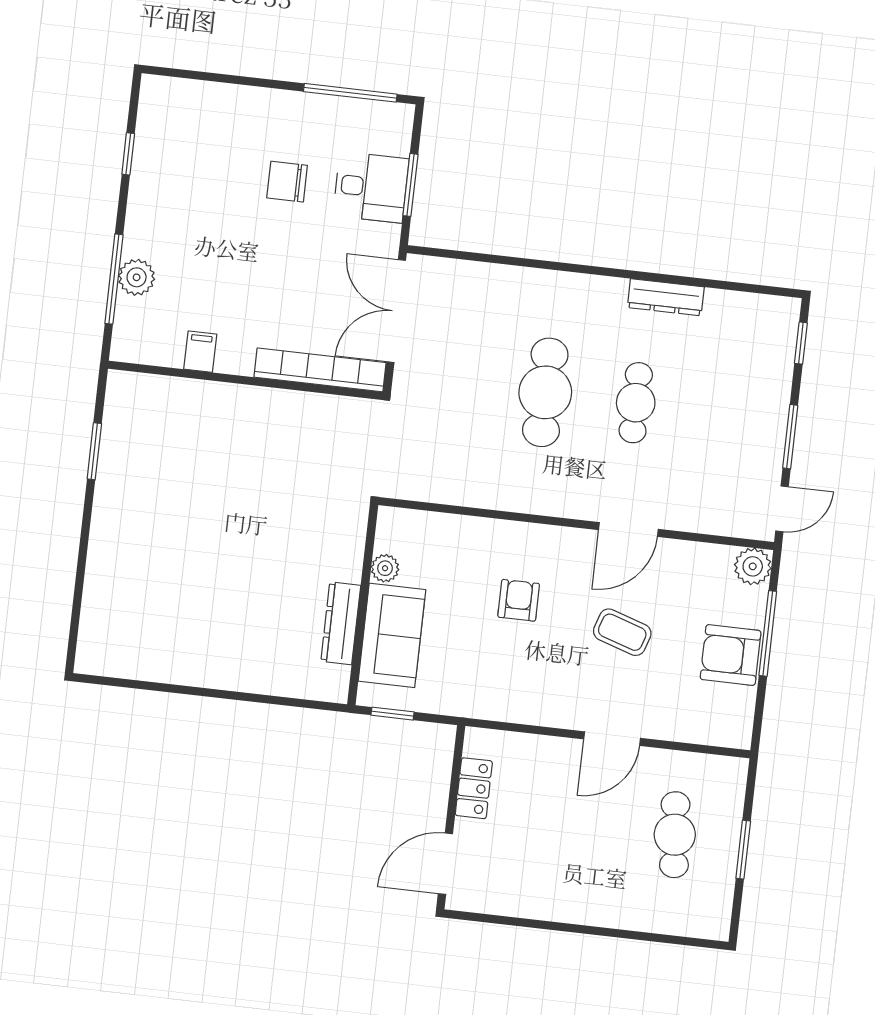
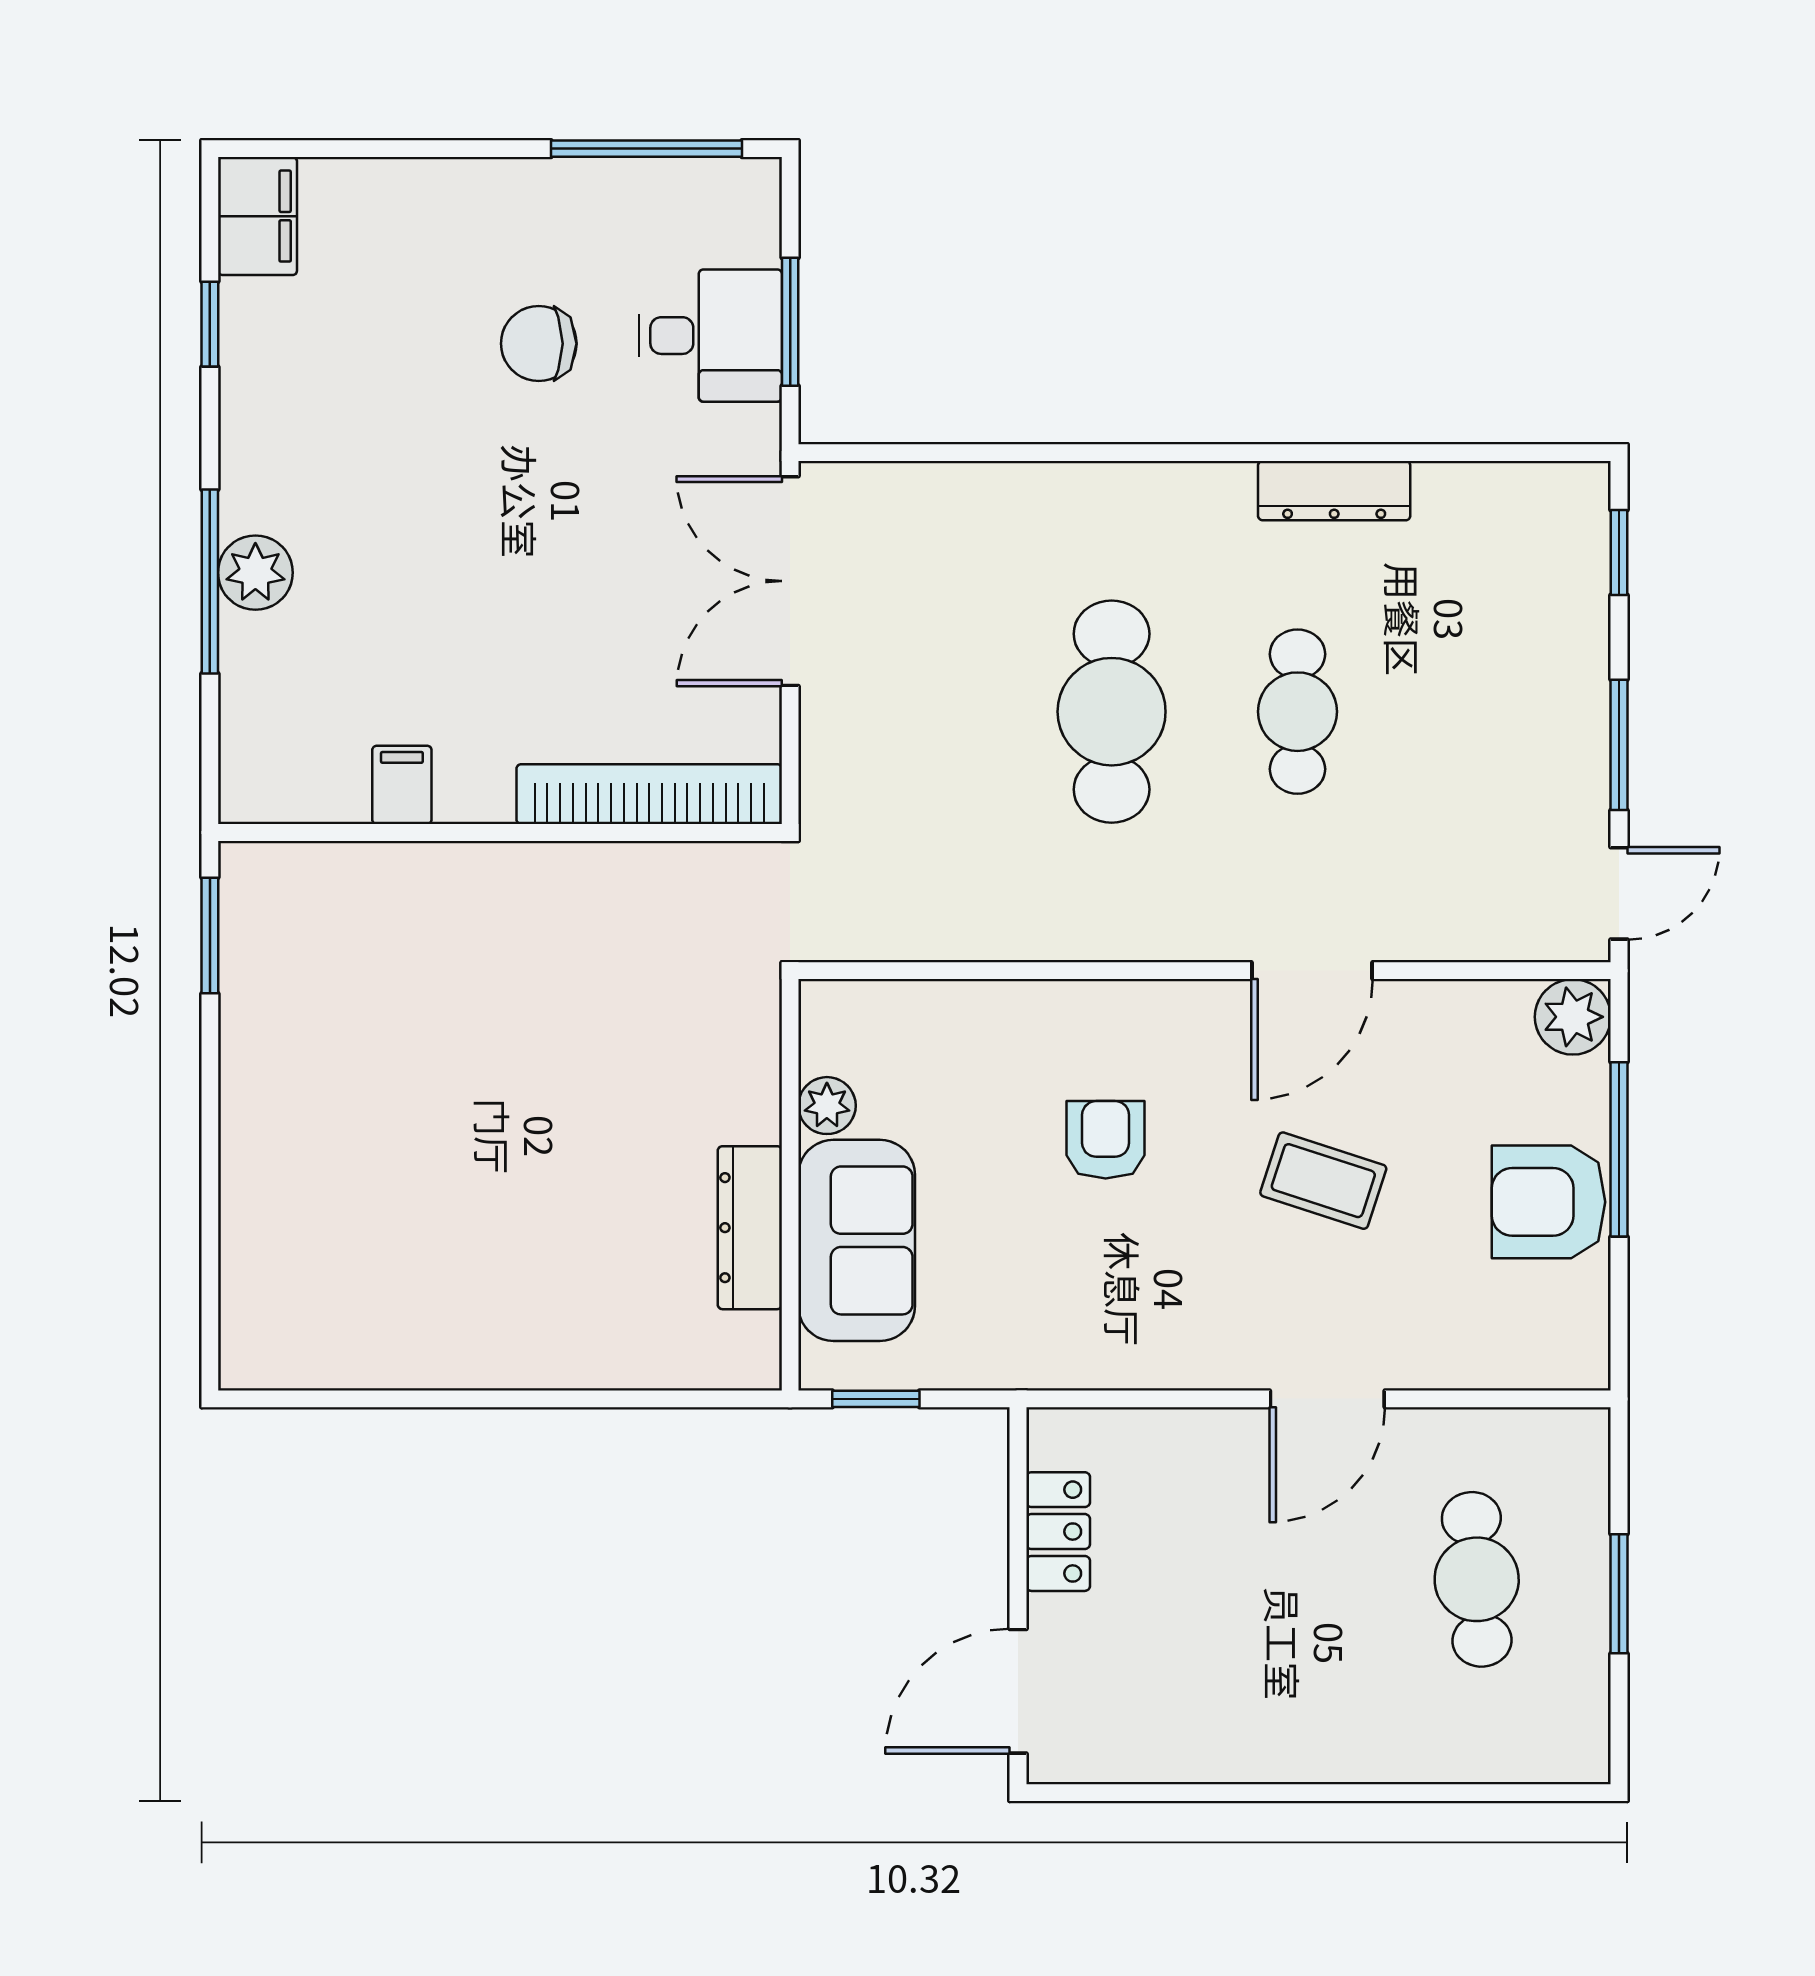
filing cabinet: (157, 104) -> (258, 216), added
filing cabinet: (200, 352) -> (402, 785), moved
bookcase: (320, 370) -> (649, 794), moved
wall: (245, 380) -> (500, 833), moved

